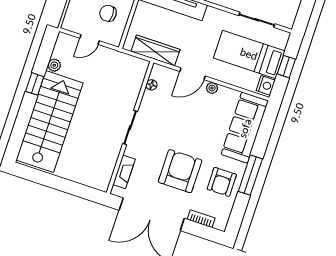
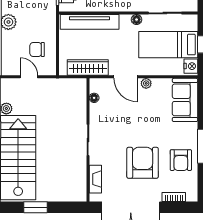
floor lamp: (224, 17) -> (137, 20), added
door: (90, 40) -> (29, 77), swing flipped
door: (192, 74) -> (126, 77), hinge flipped
sofa: (245, 128) -> (185, 100), width x0.73
window: (51, 181) -> (36, 207), added

